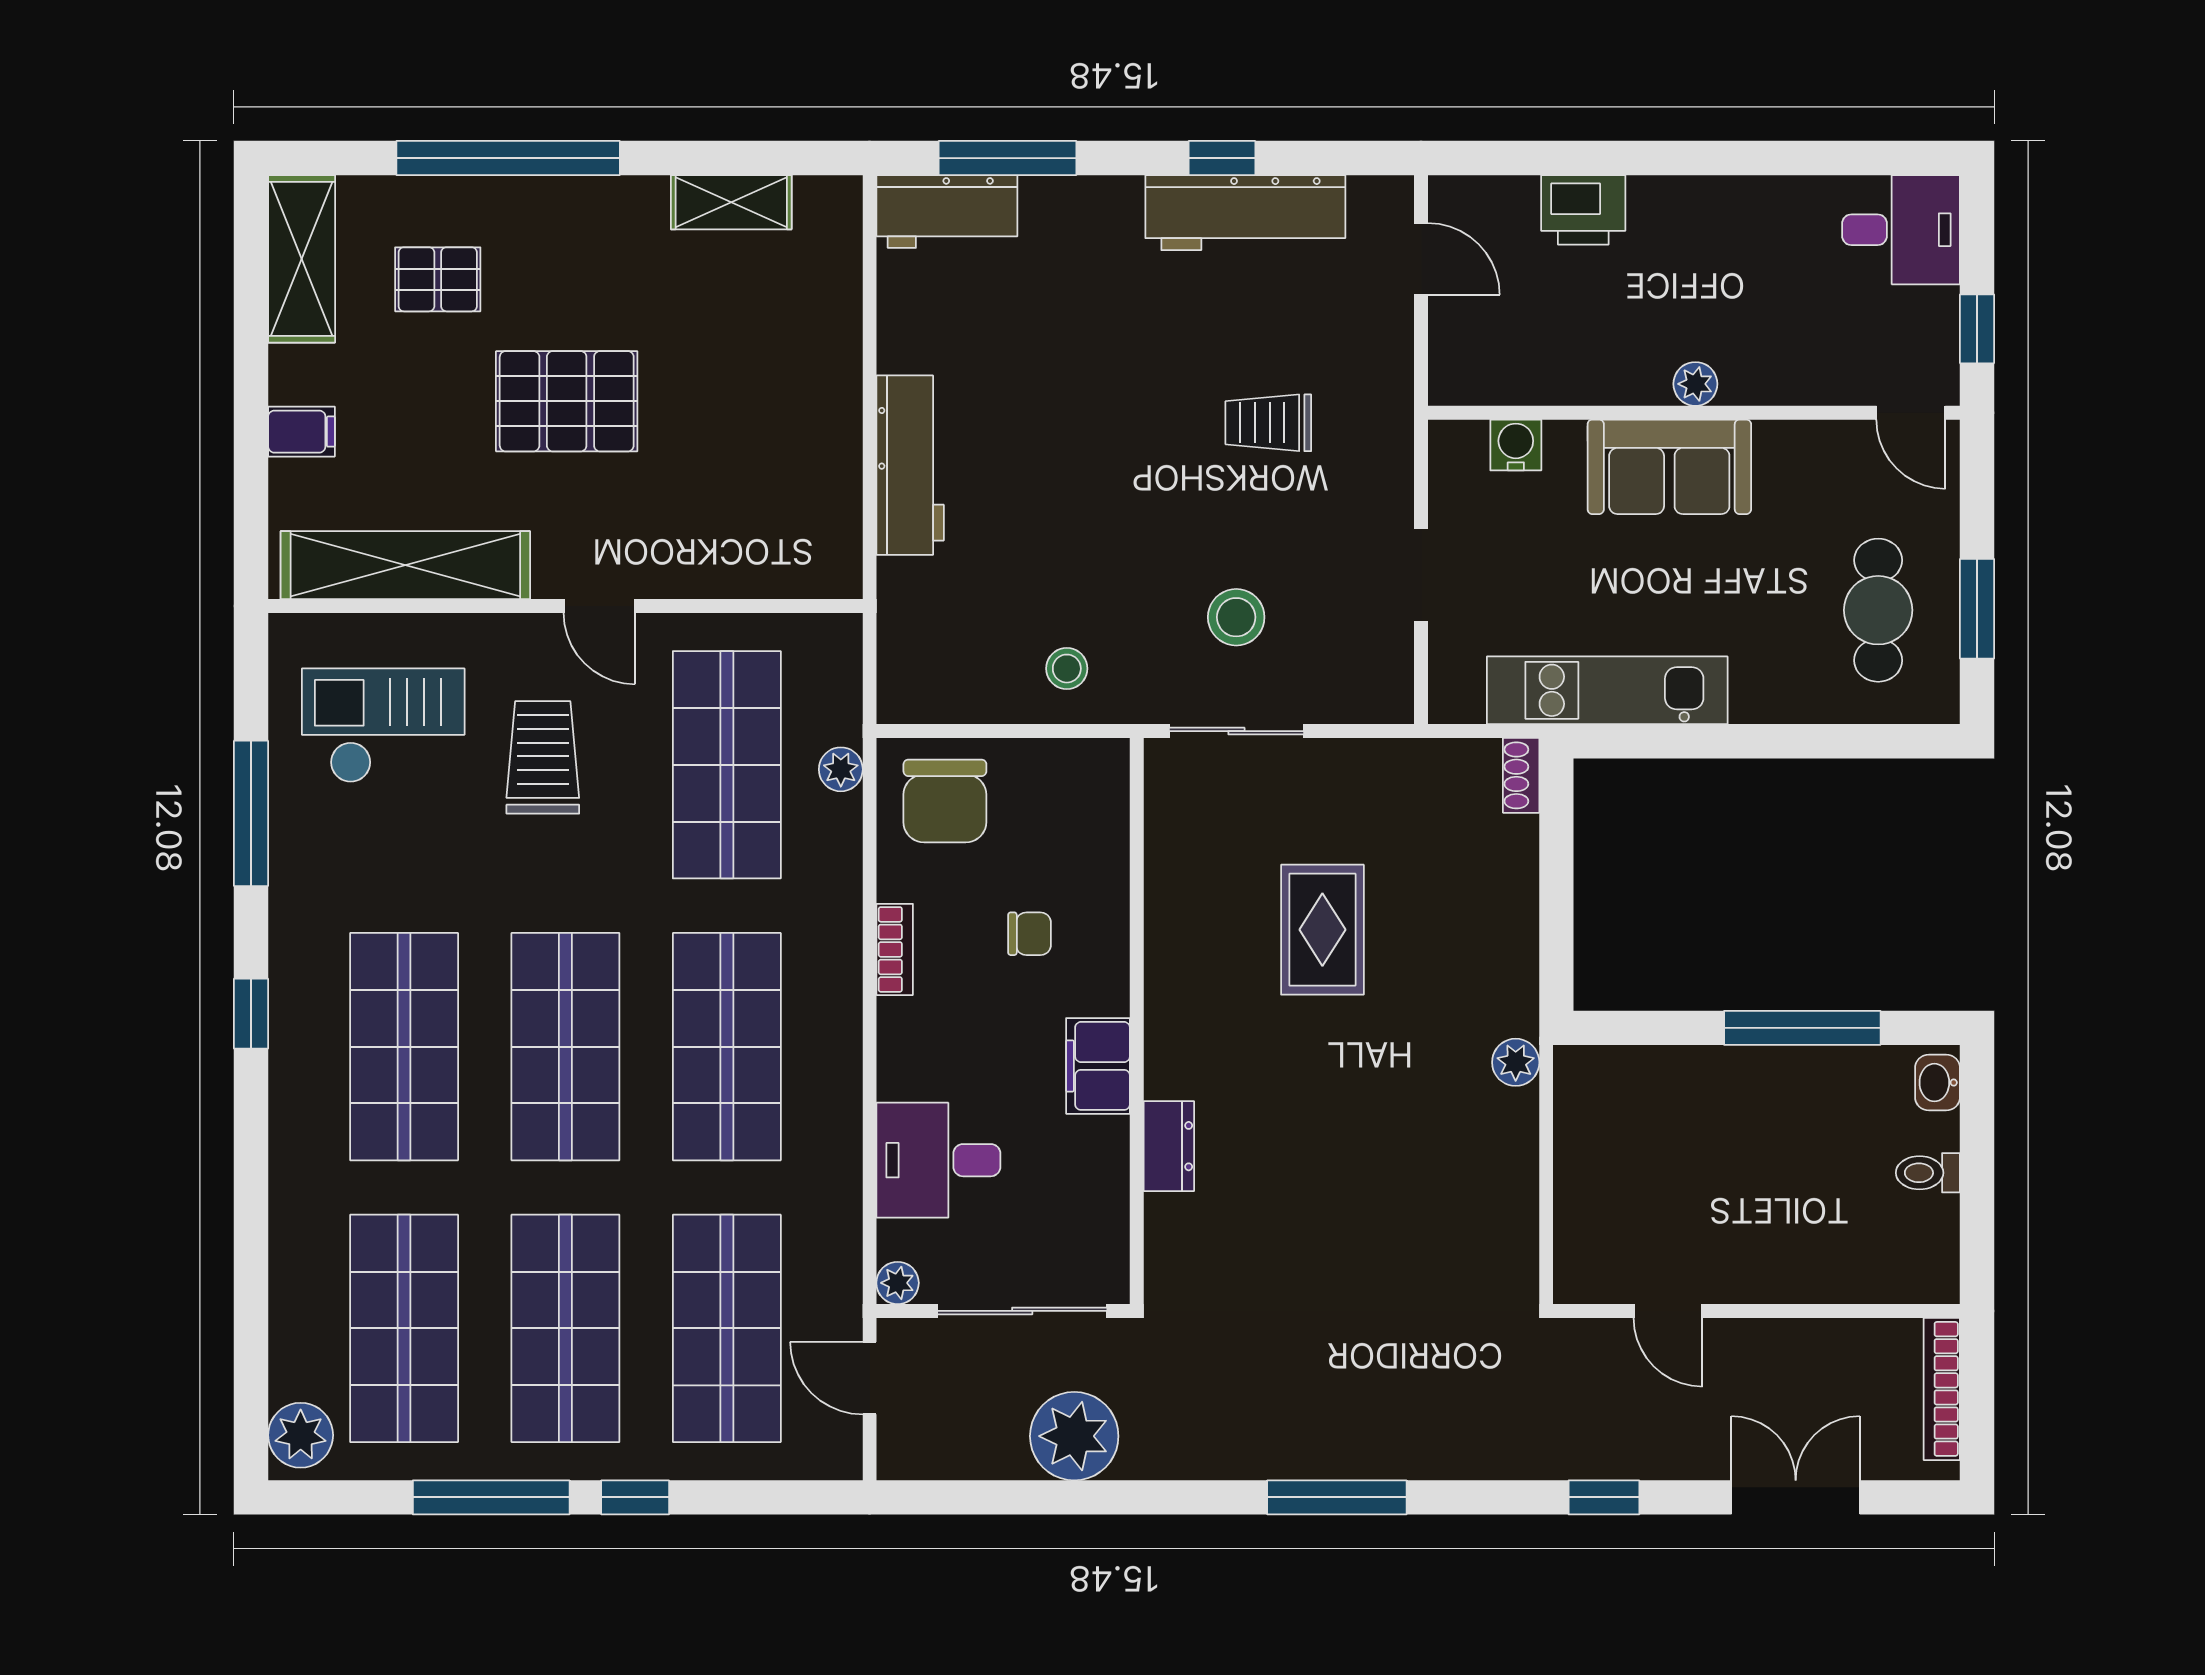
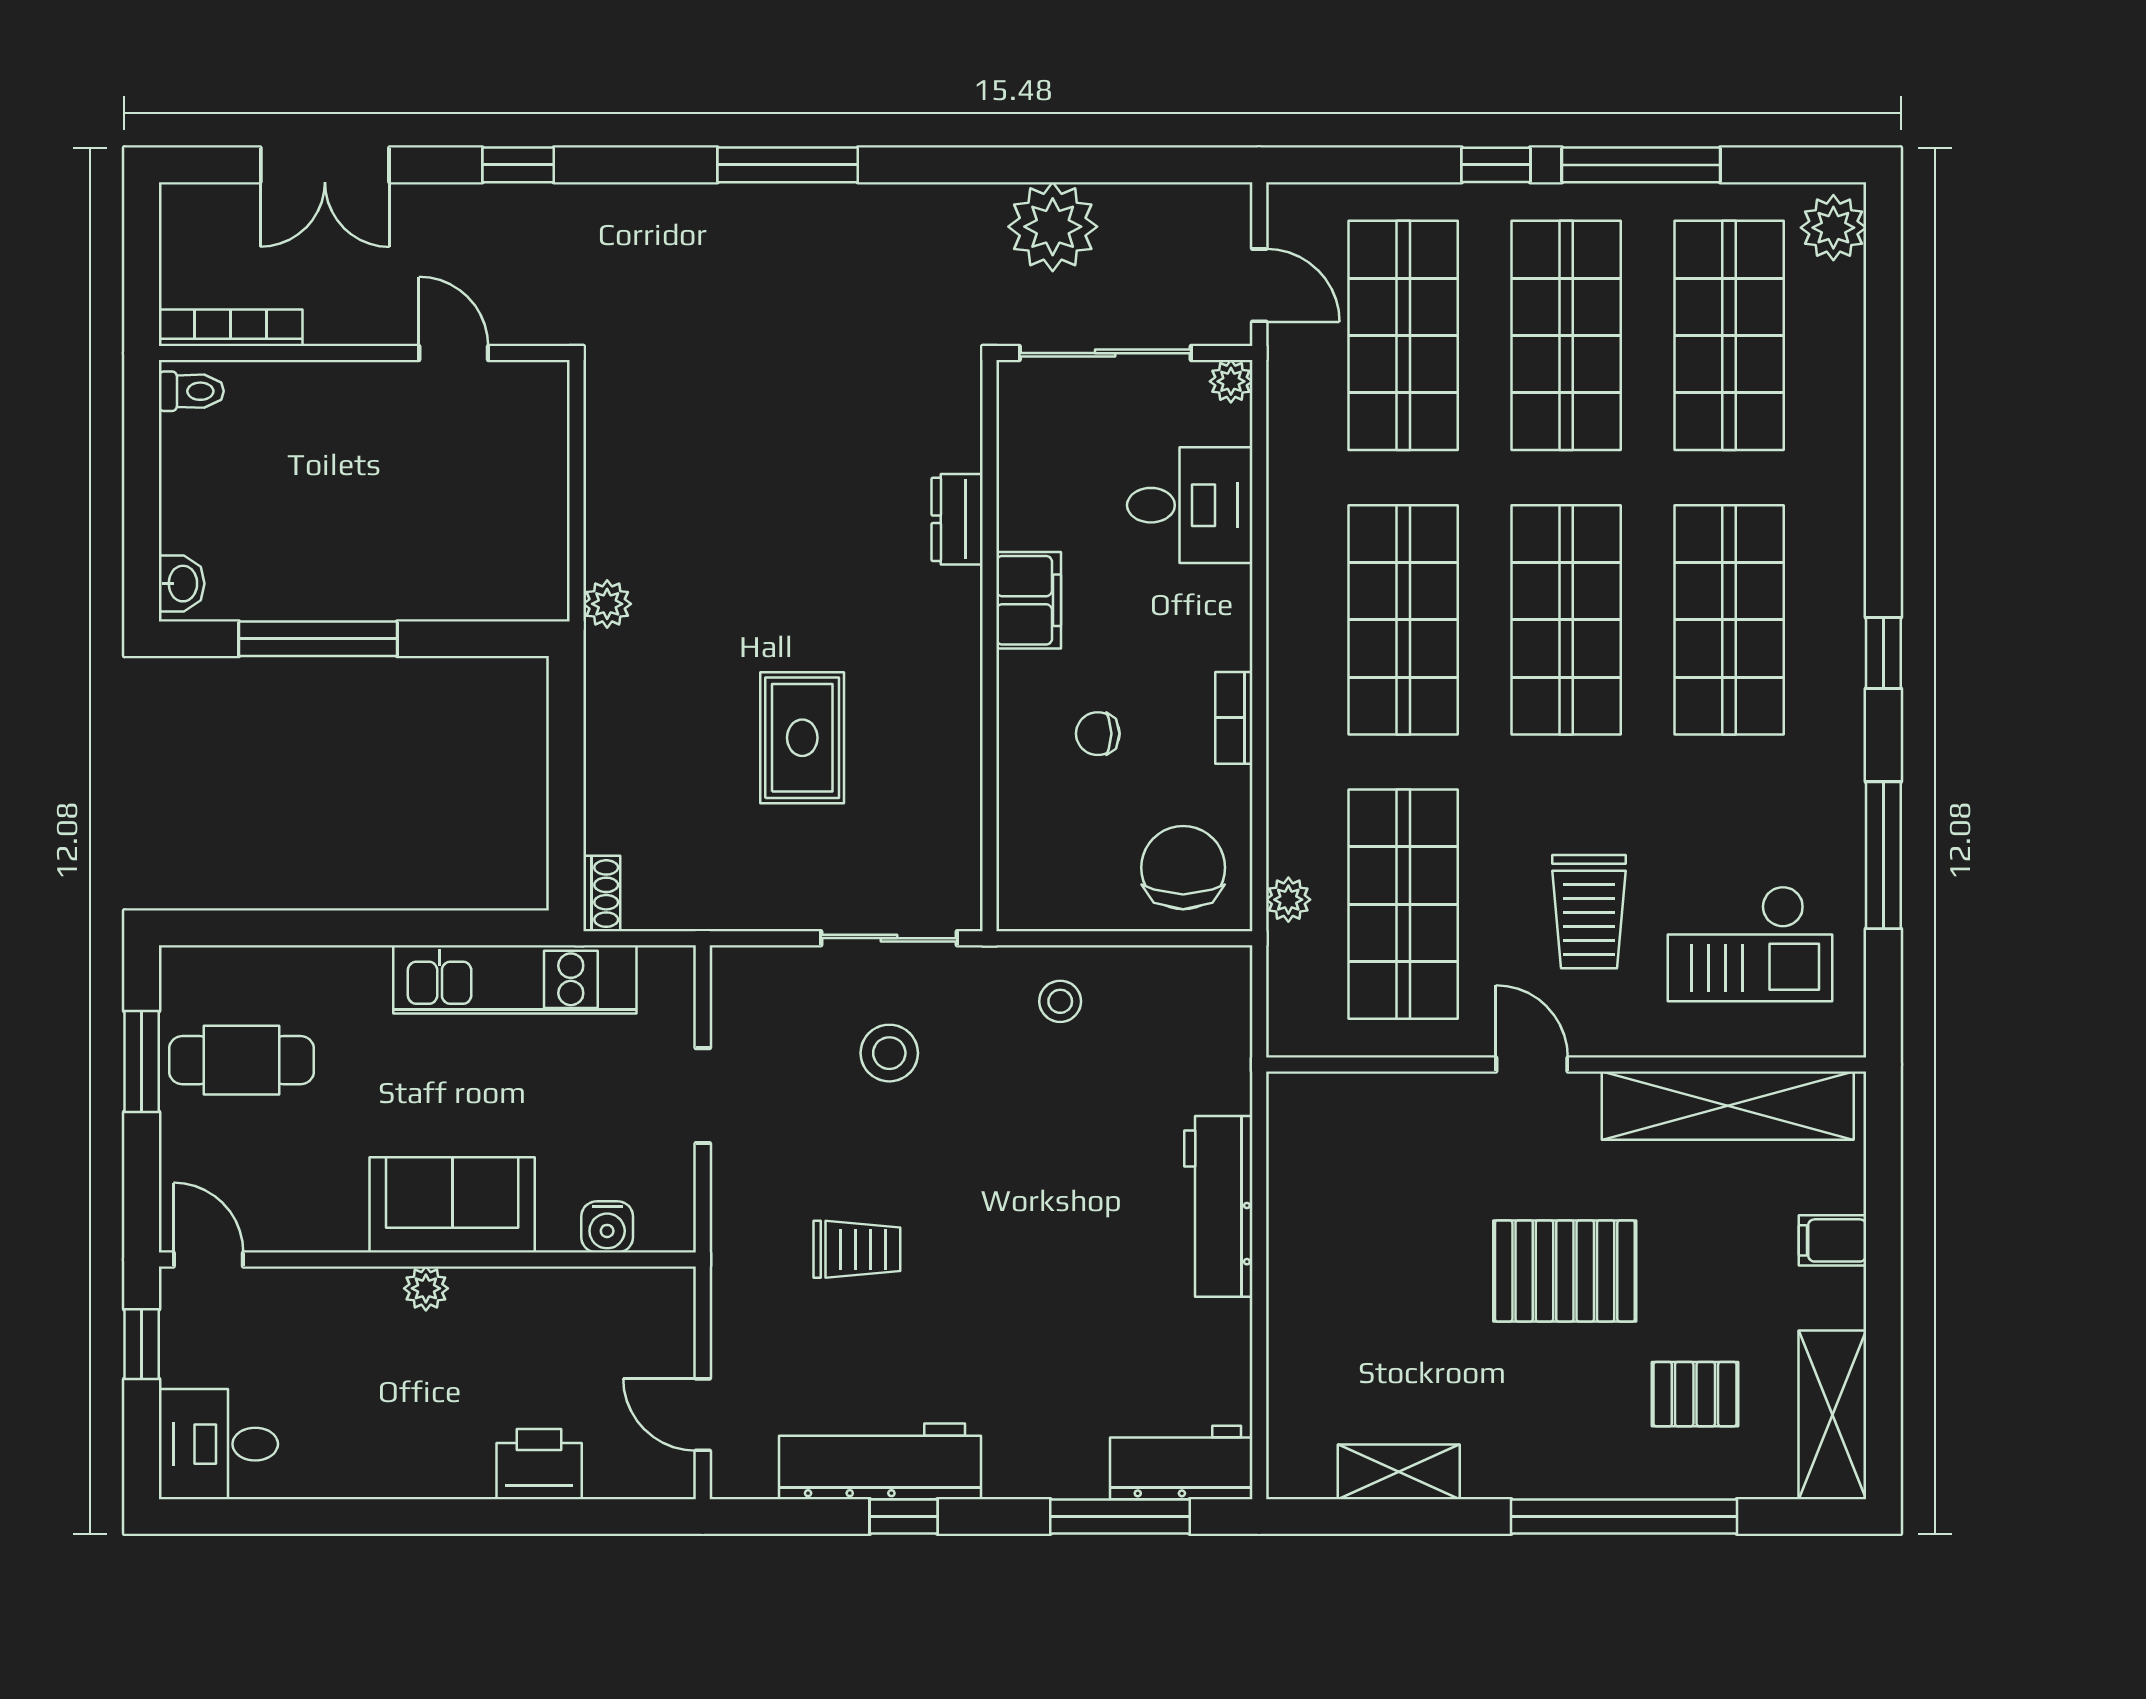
cafe table: (1878, 610) -> (241, 1060), turned 90
toilet: (1928, 1173) -> (191, 391), moved
bookcase: (1942, 1389) -> (231, 328), moved, turned -90

